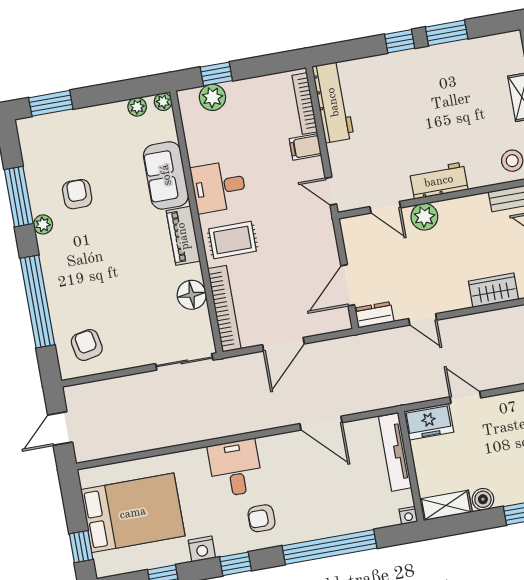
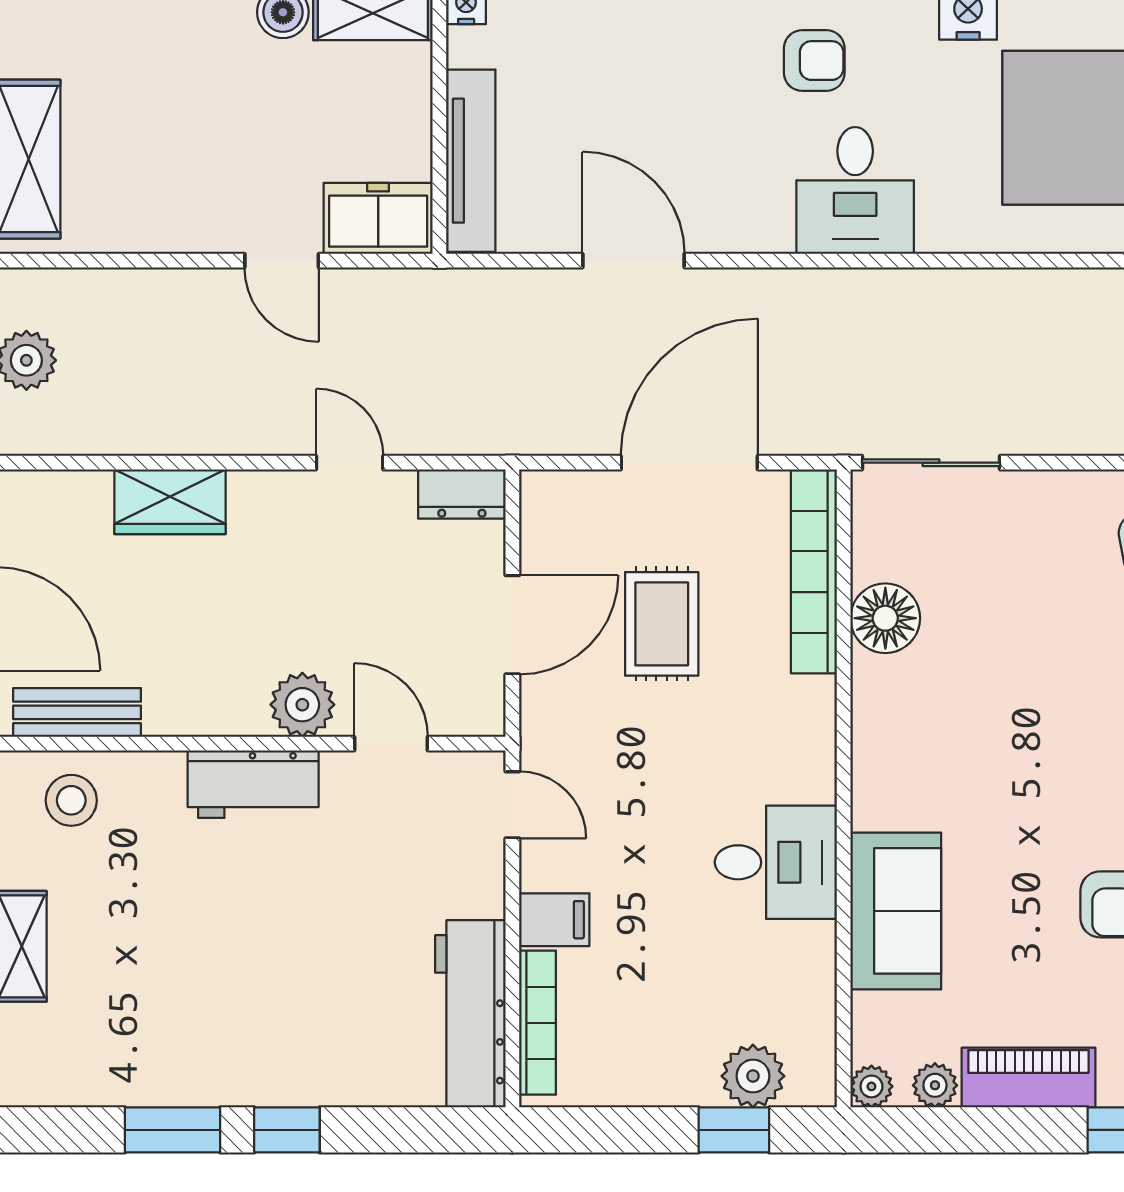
piano: (183, 236) -> (1029, 1078), moved, turned -90
rug: (233, 240) -> (662, 624), moved, turned 90
door: (348, 285) -> (512, 625), moved
door: (283, 344) -> (689, 463), width x1.36

